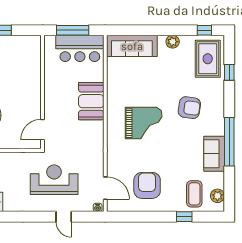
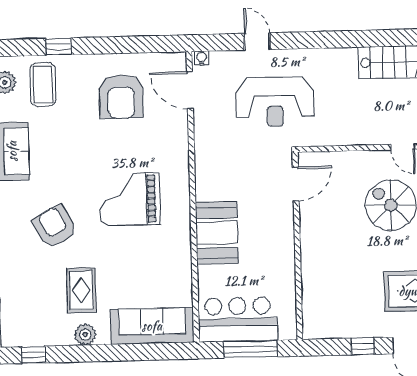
rug: (208, 59) -> (81, 290), moved, width x0.73, depth x0.70
armchair: (189, 108) -> (55, 226), turned 54

